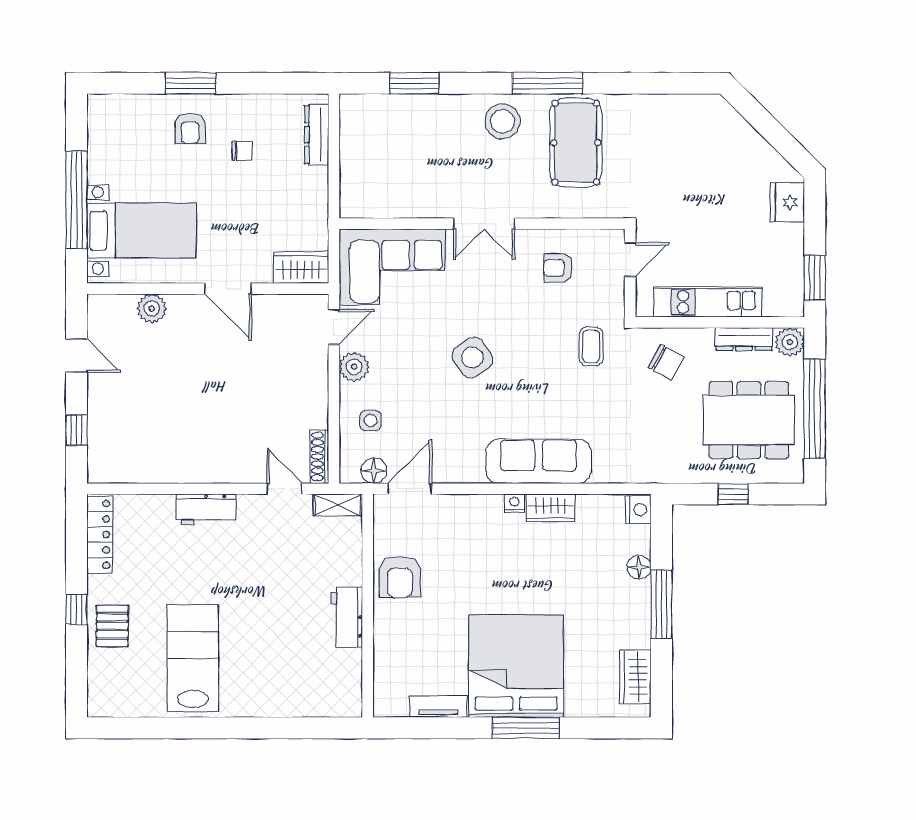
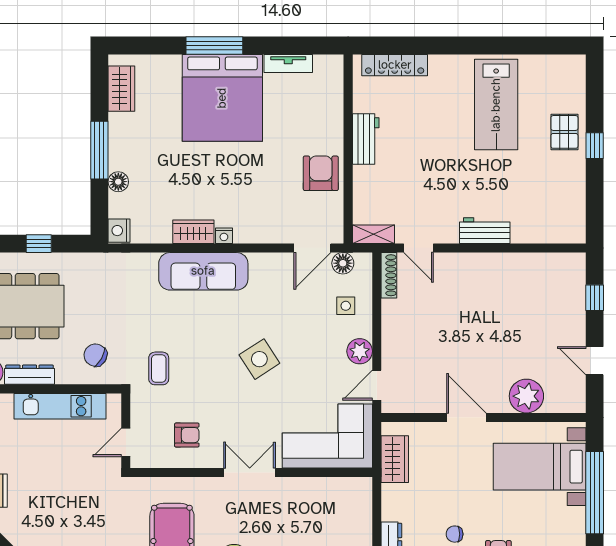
wardrobe: (301, 267) -> (395, 459), moved, turned -90
plant: (152, 309) -> (526, 396), width x1.36, depth x1.36
locker: (100, 535) -> (395, 65), moved, turned -90

